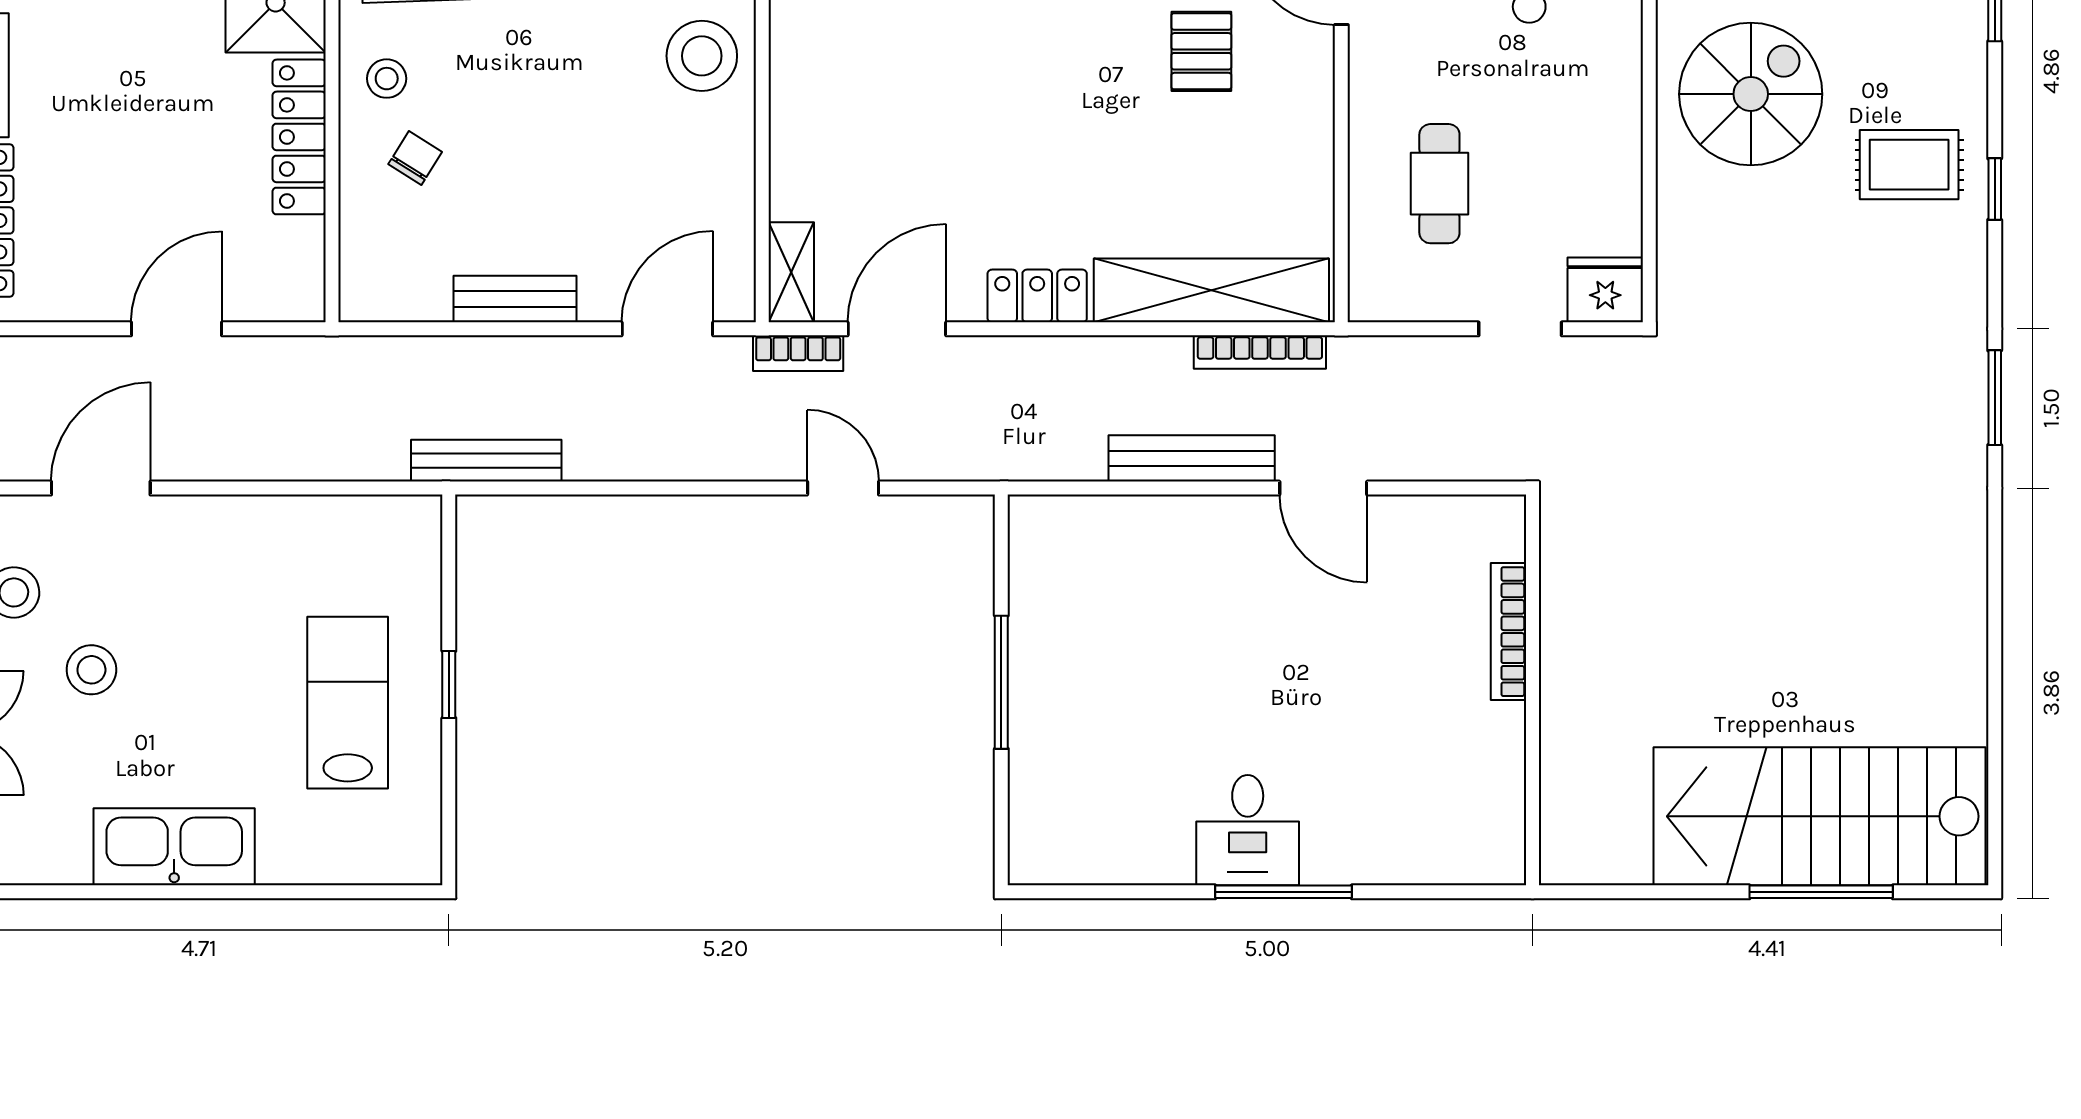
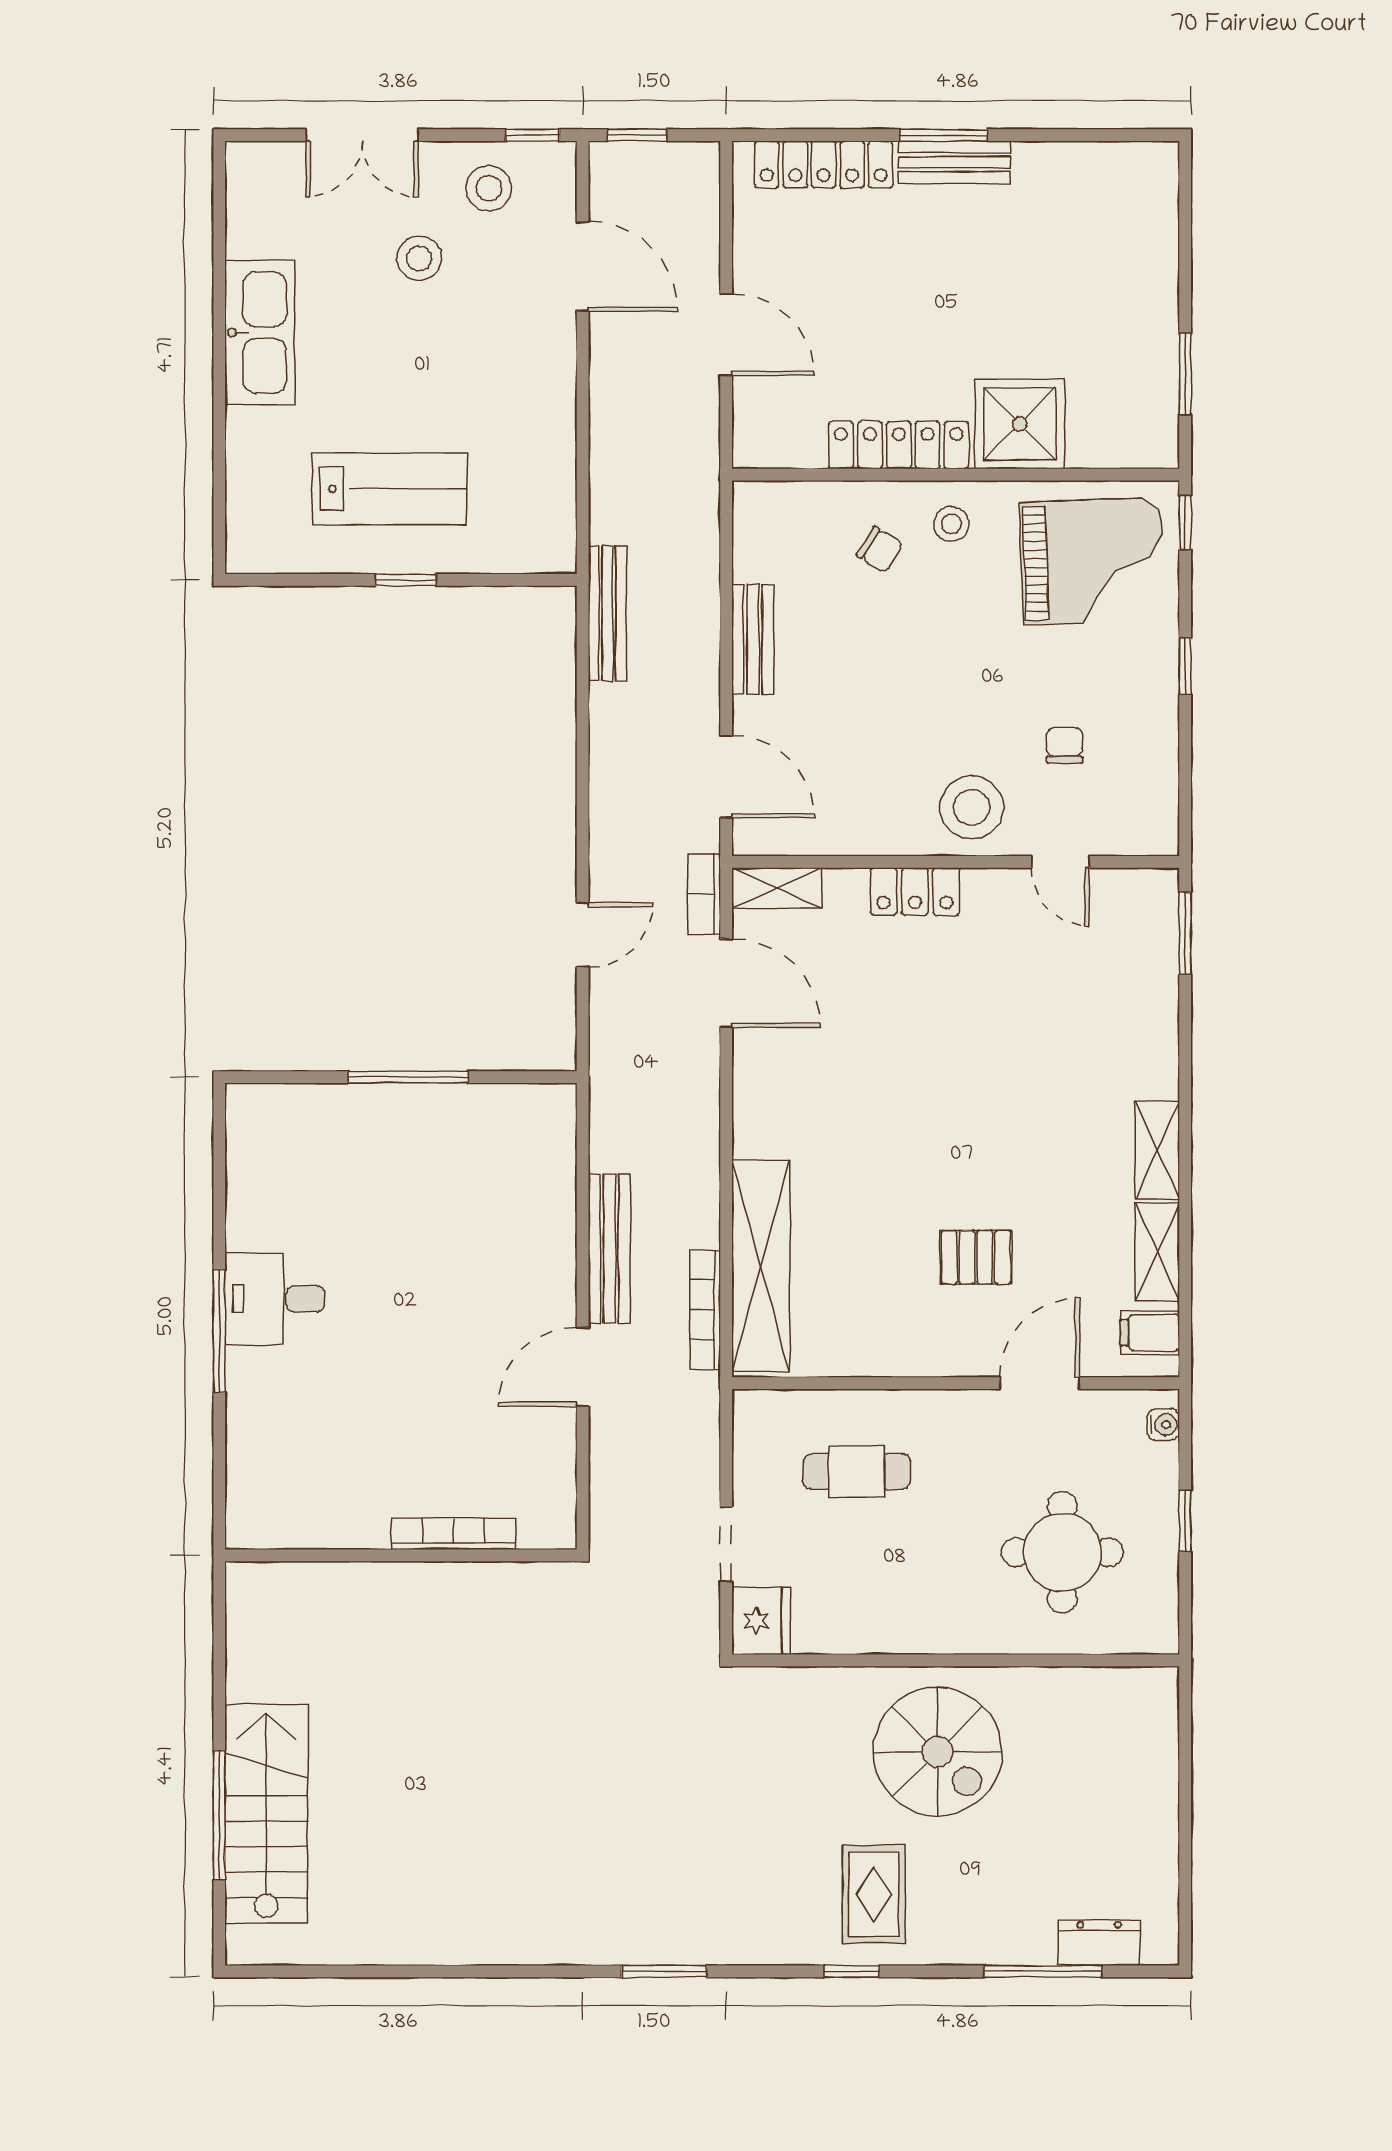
locker: (1037, 296) -> (915, 892), moved, turned 90
stairs: (1820, 816) -> (266, 1814), width x0.73, depth x0.66

